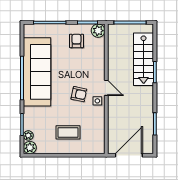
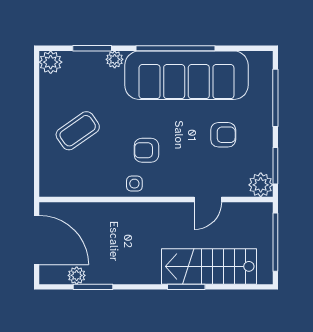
armchair: (76, 41) -> (223, 135), moved
door: (106, 88) -> (208, 199), moved
armchair: (79, 94) -> (146, 150), turned 78
coffee table: (68, 132) -> (78, 131), turned 55
plant: (149, 133) -> (77, 275), added
plant: (28, 135) -> (115, 59), moved

